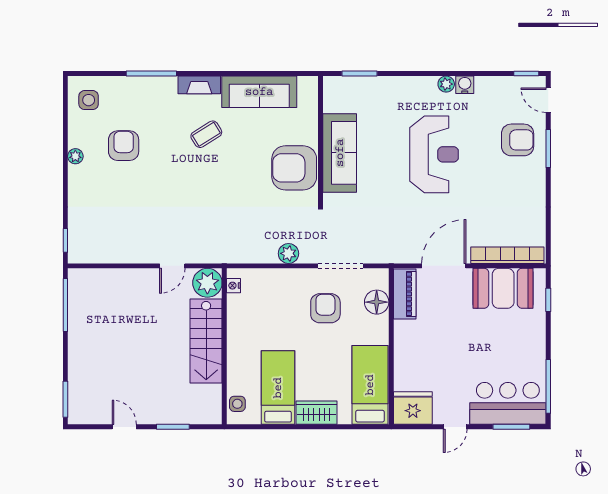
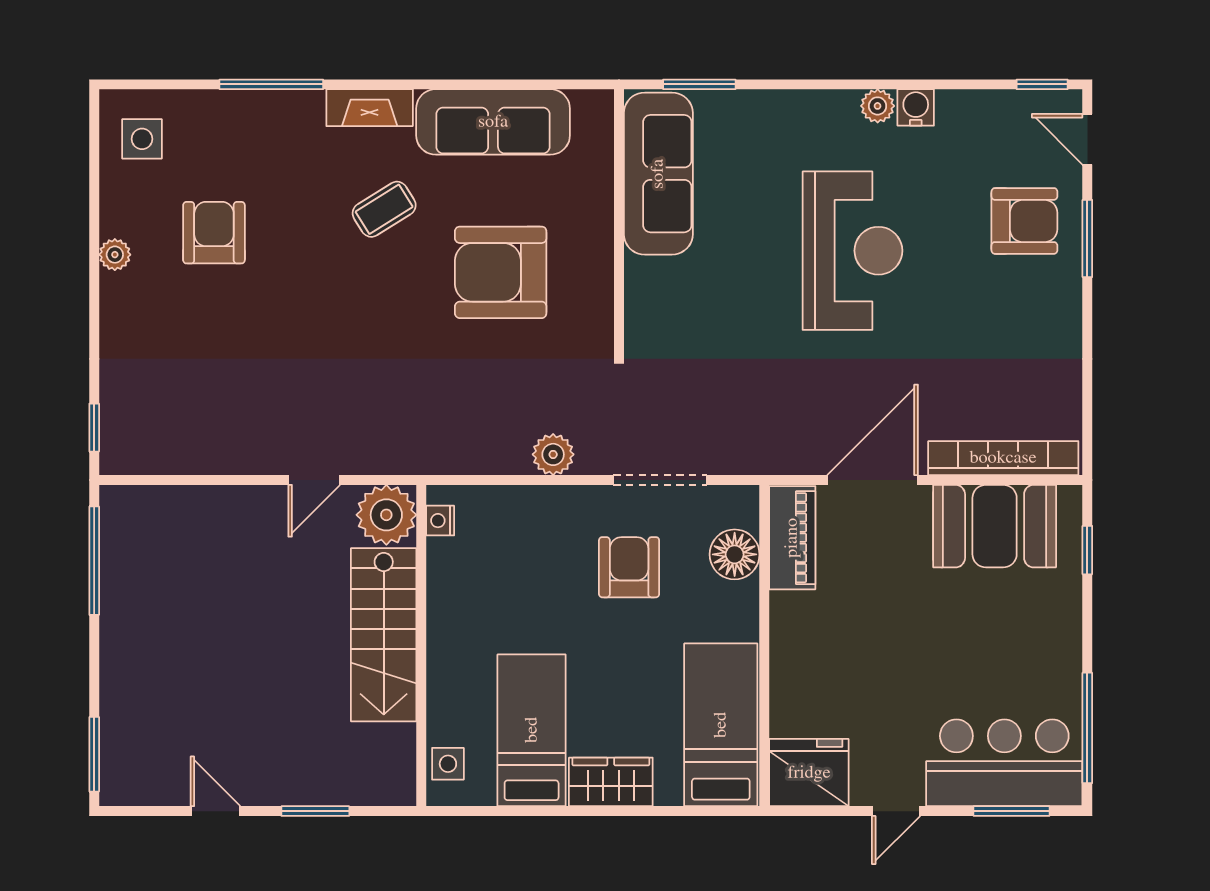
sofa: (340, 153) -> (658, 174), moved
armchair: (294, 168) -> (501, 272), moved

